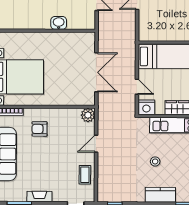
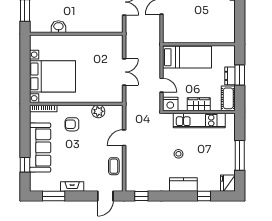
washbasin: (59, 23) -> (58, 27), moved
double door: (96, 72) -> (124, 72), width x0.73
plant: (88, 115) -> (98, 111), moved

